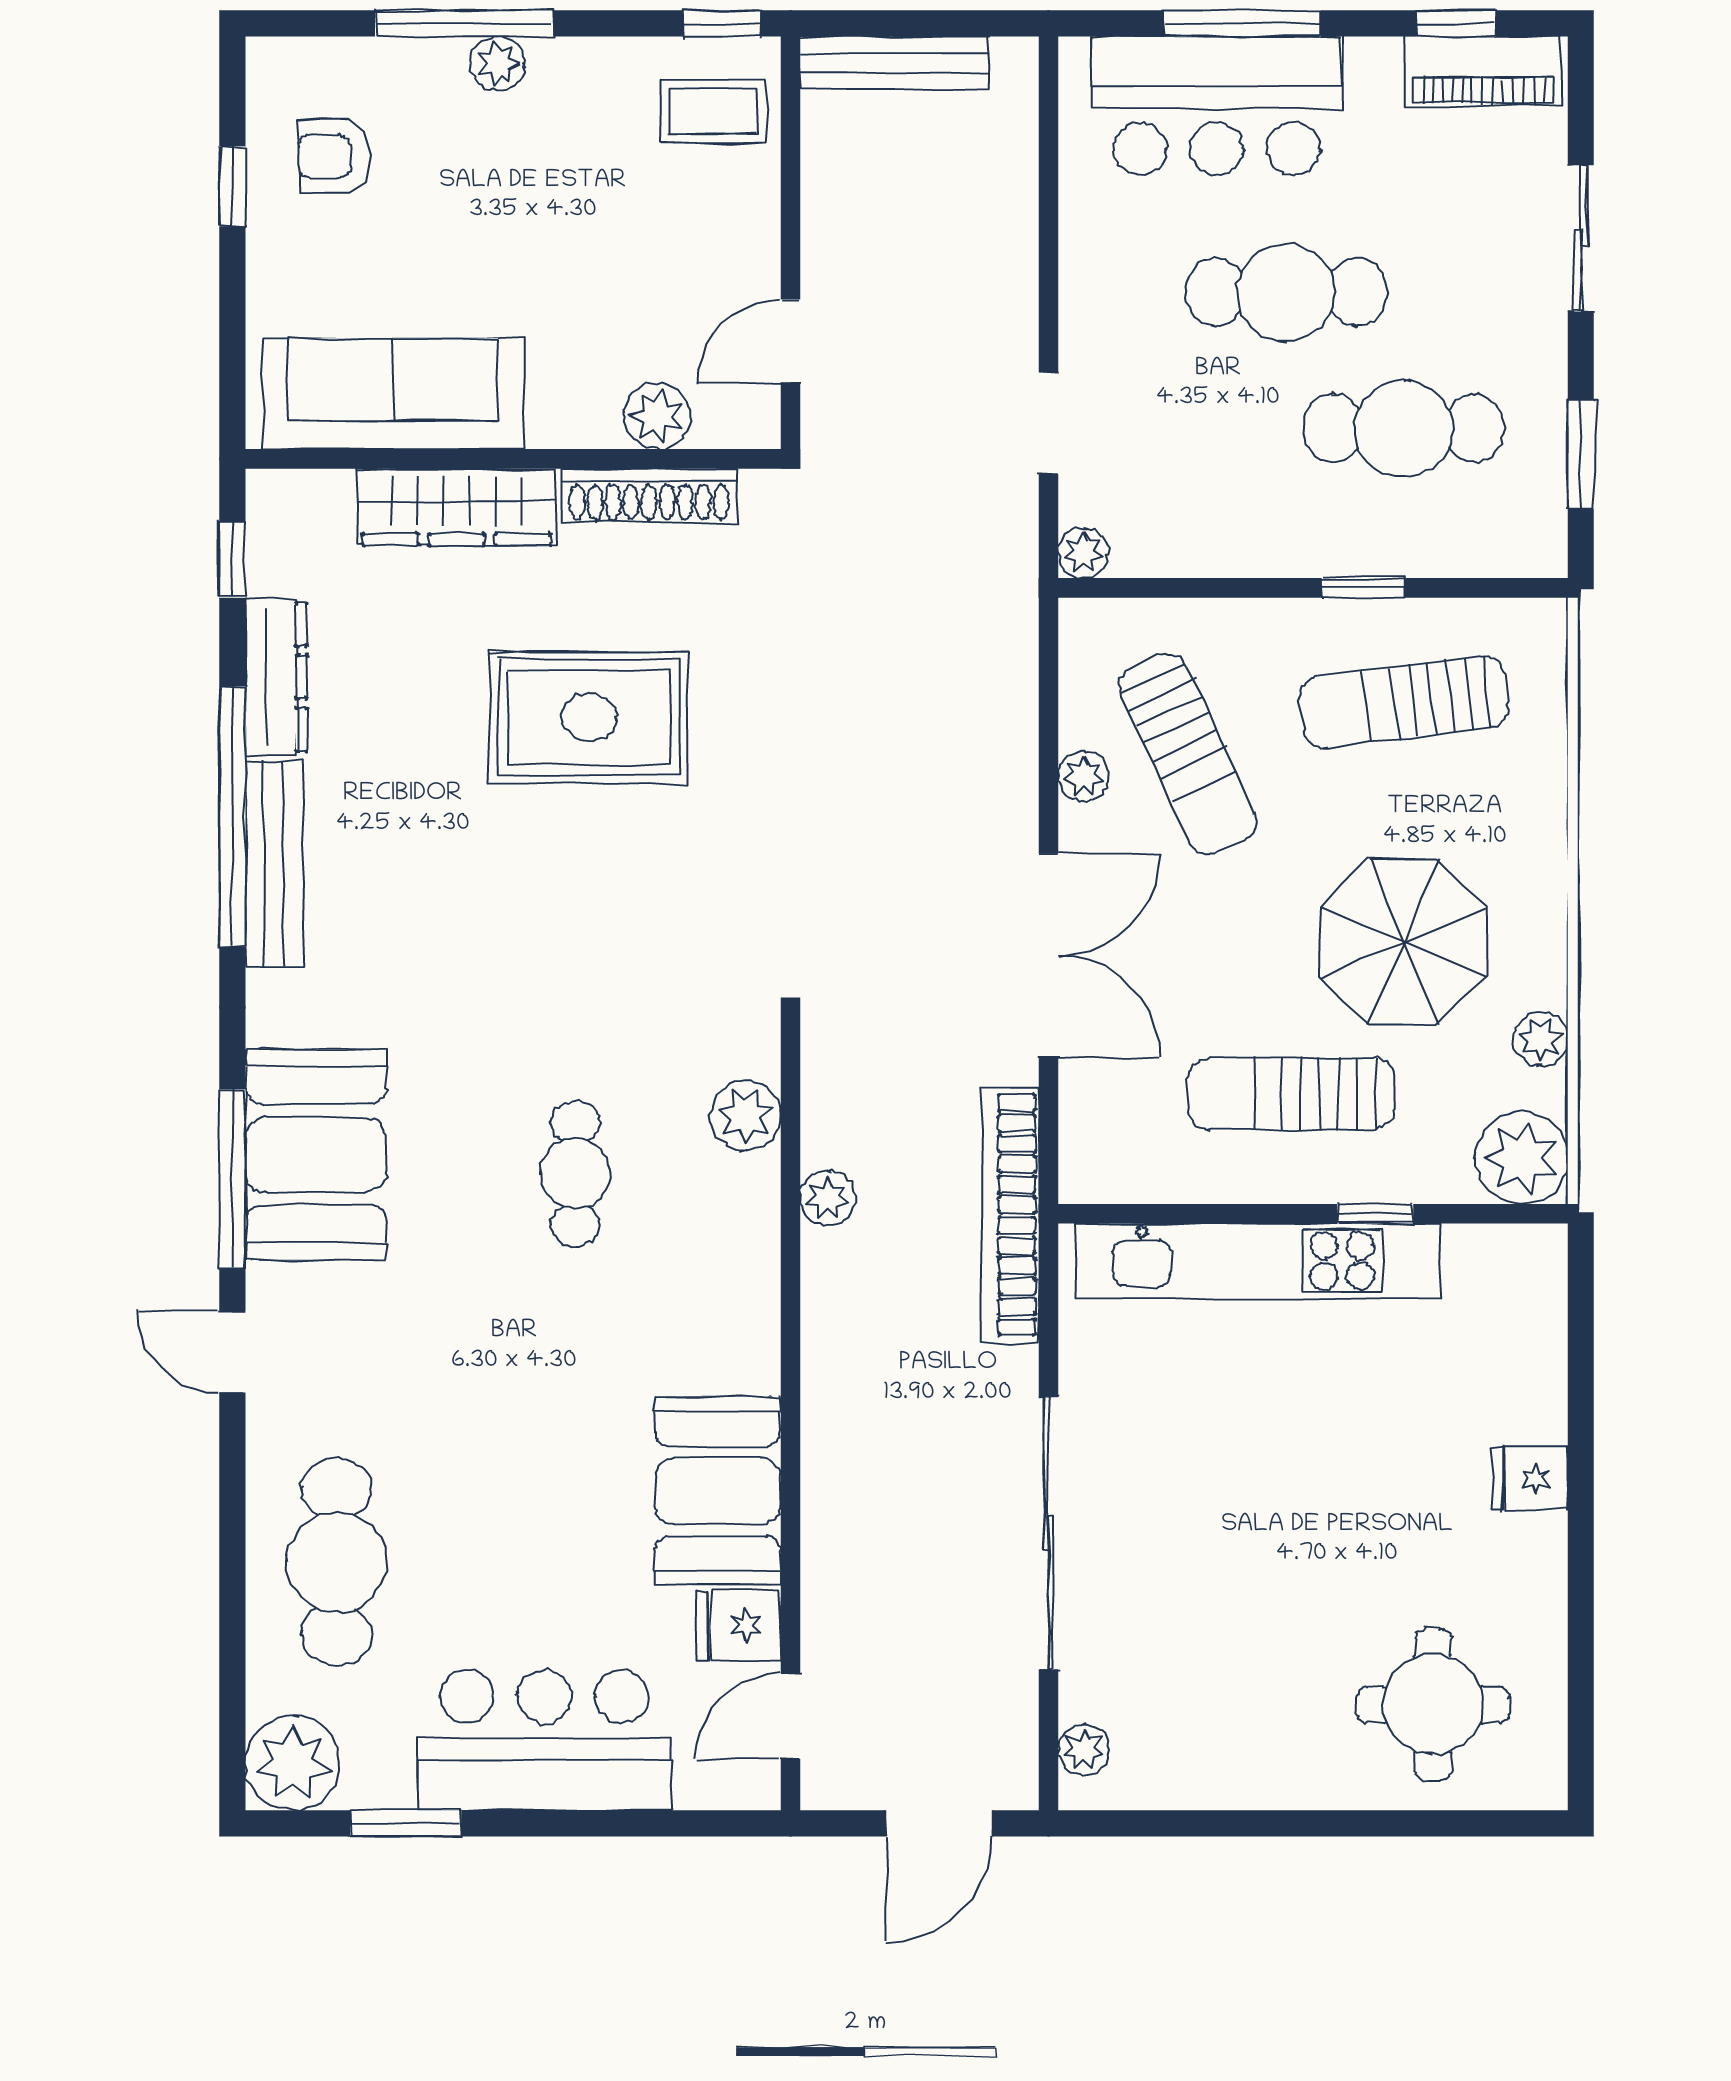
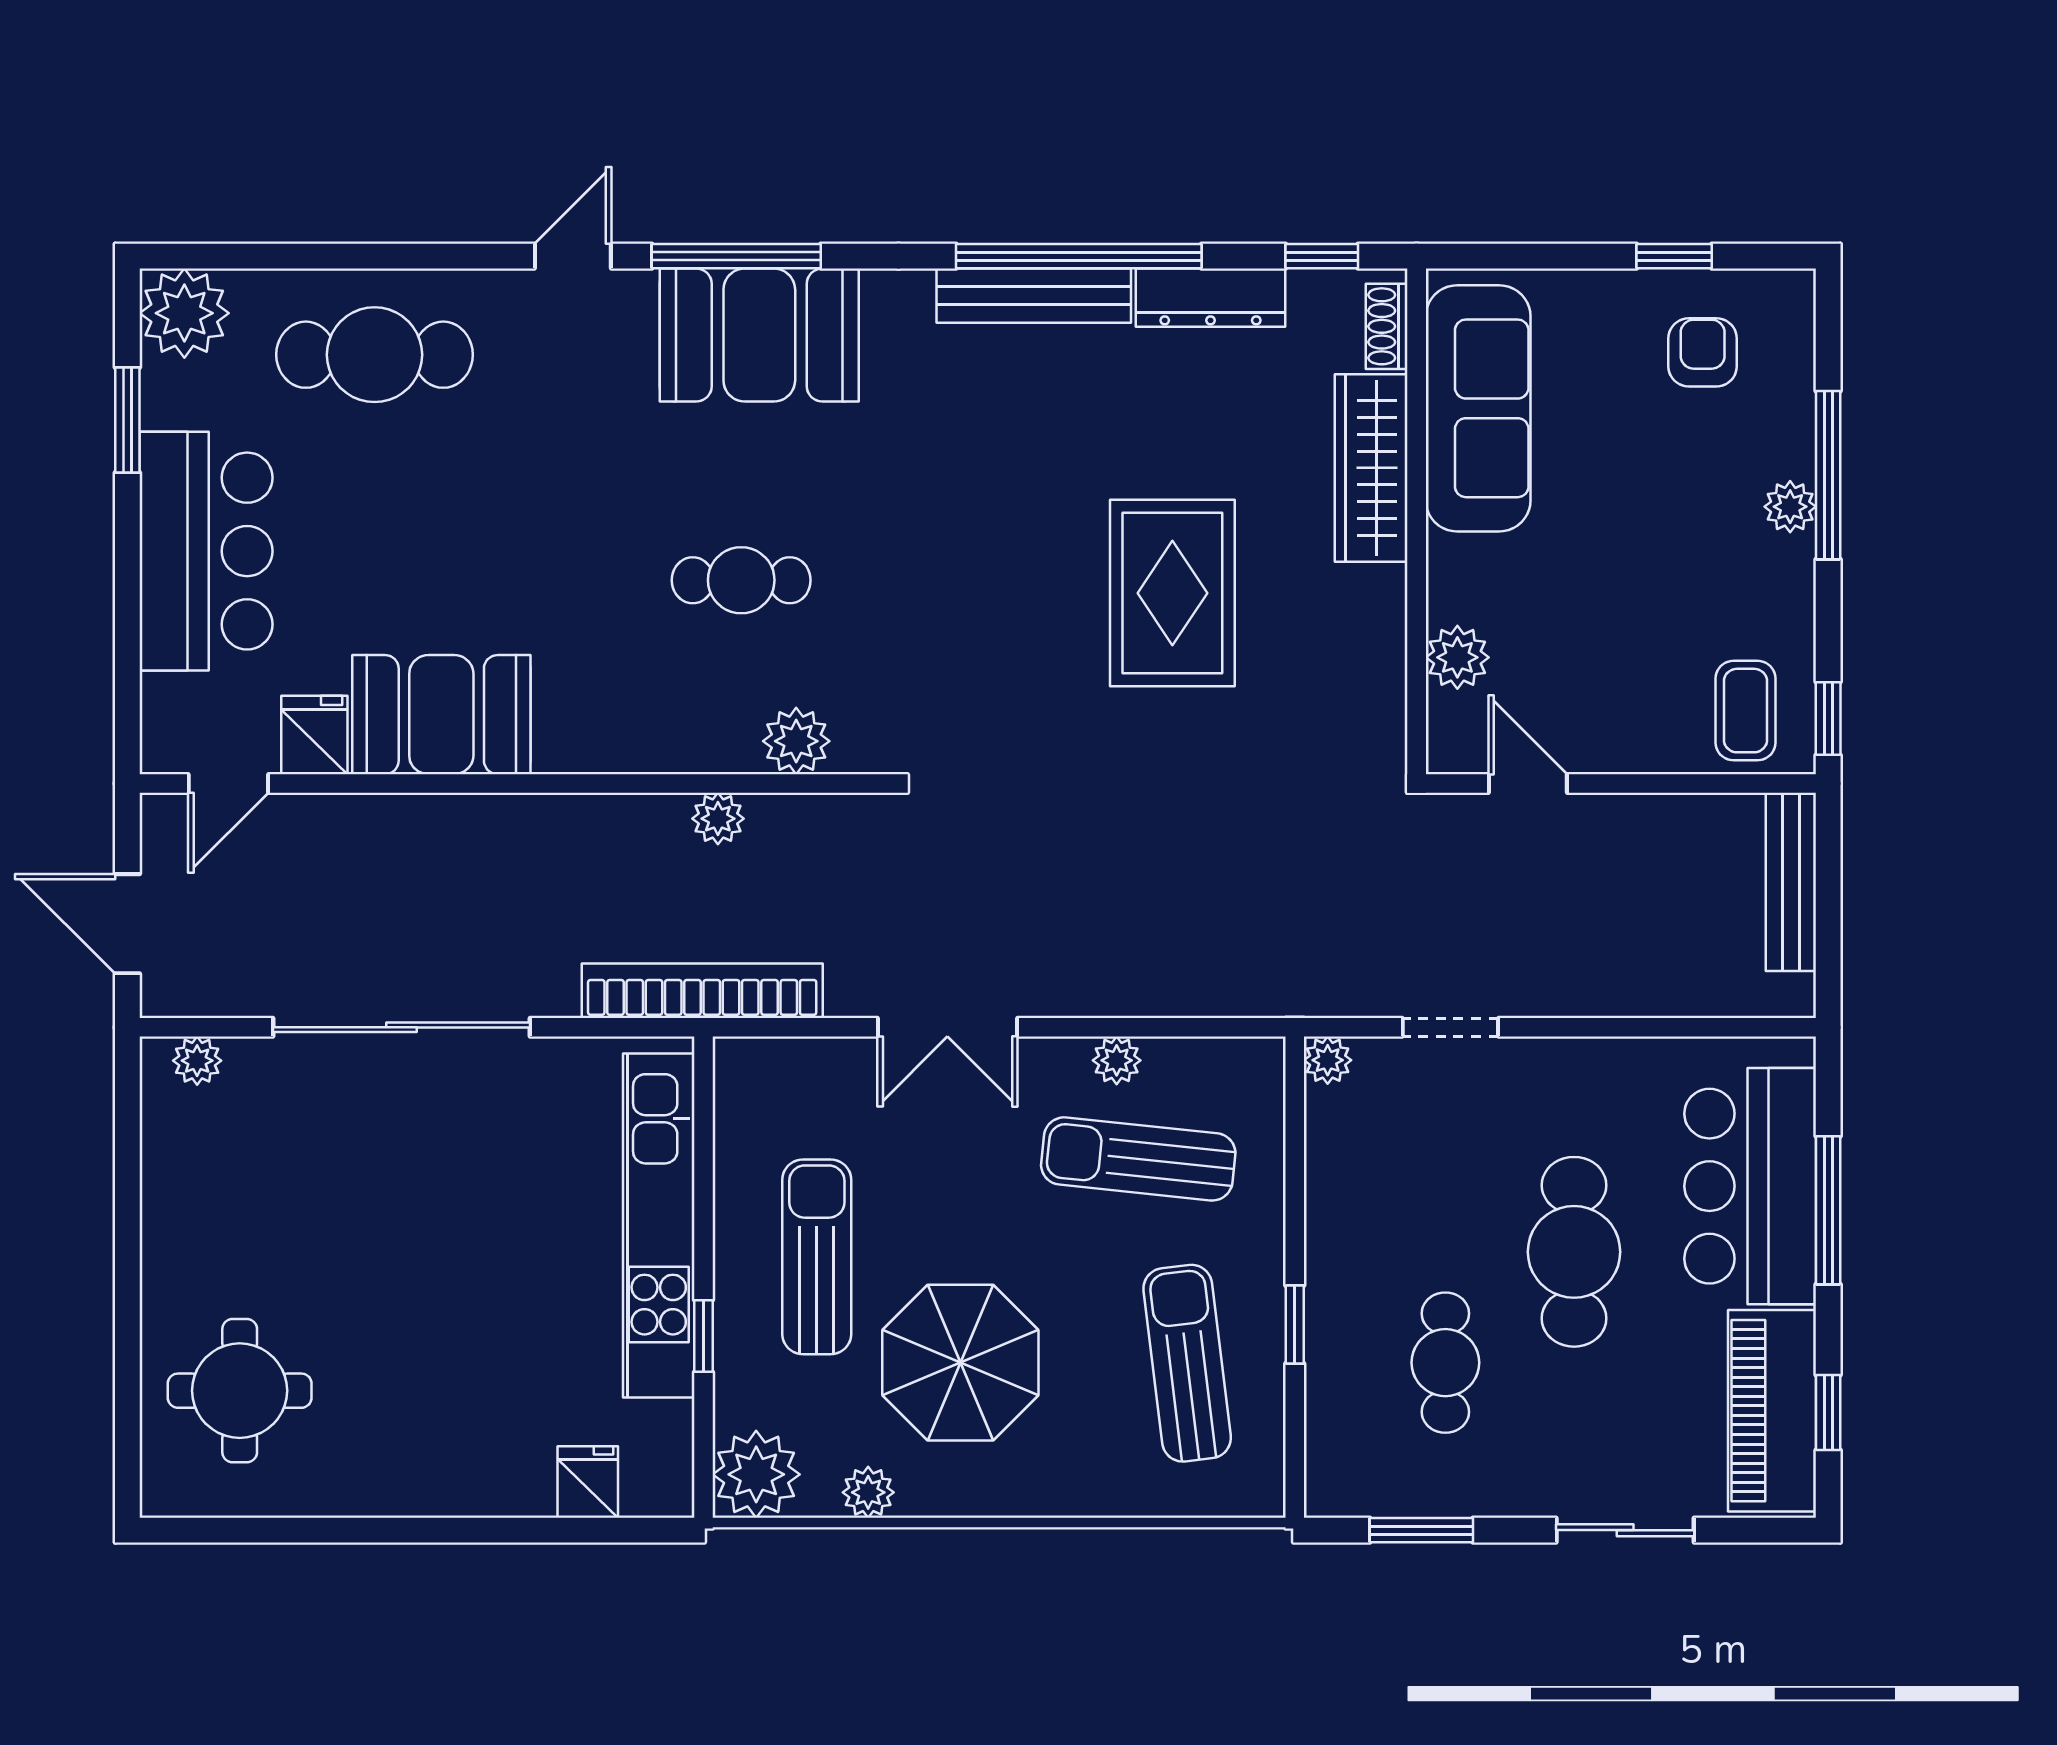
piano: (1483, 71) -> (1772, 1411), width x1.37, depth x1.33
cafe table: (1403, 428) -> (1445, 1363), width x0.73, depth x0.74
shoe rack: (649, 496) -> (1387, 326), moved, width x0.51, depth x0.81
sun lounger: (1188, 753) -> (1138, 1159), turned 31
double door: (1049, 955) -> (947, 1027), width x0.73
fridge: (1530, 1478) -> (588, 1482), moved
door: (790, 1716) -> (228, 783), swing flipped

